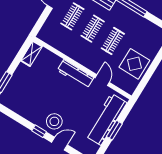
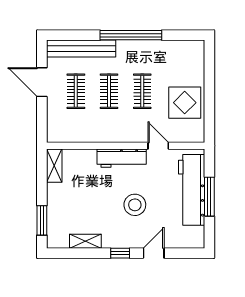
shelving: (22, 111) -> (85, 241), added
stool: (54, 121) -> (135, 205), moved
window: (114, 130) -> (209, 197), width x1.44

